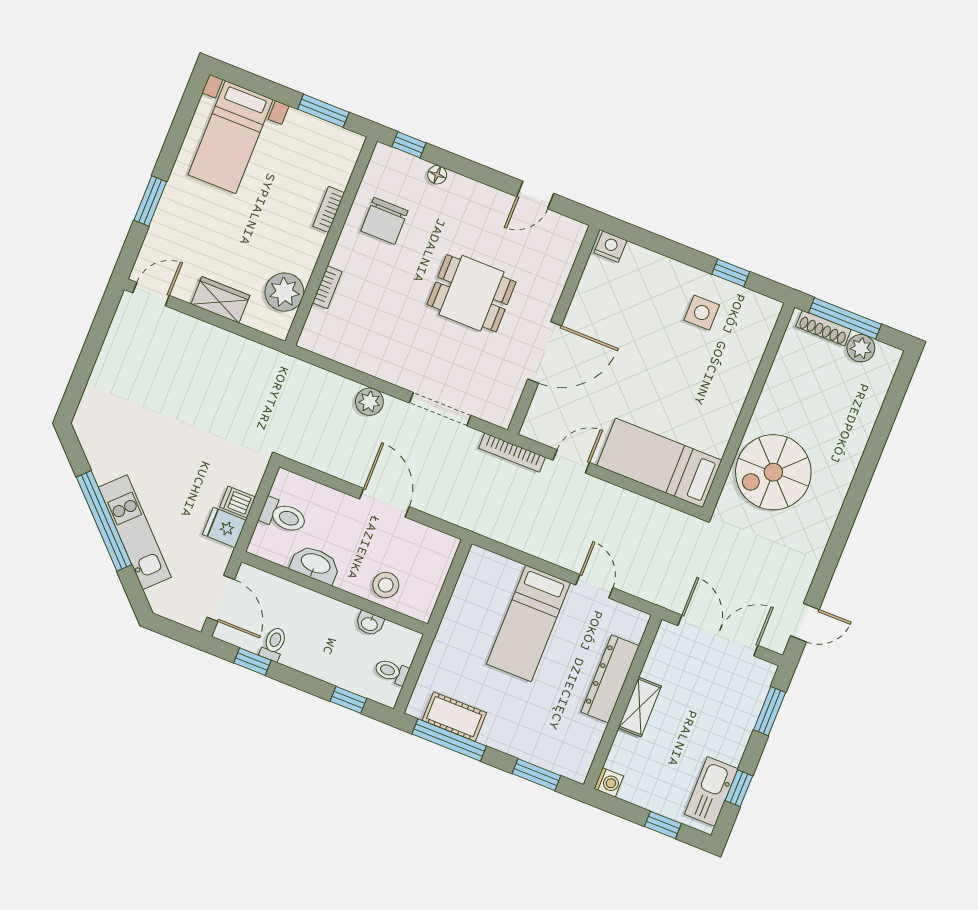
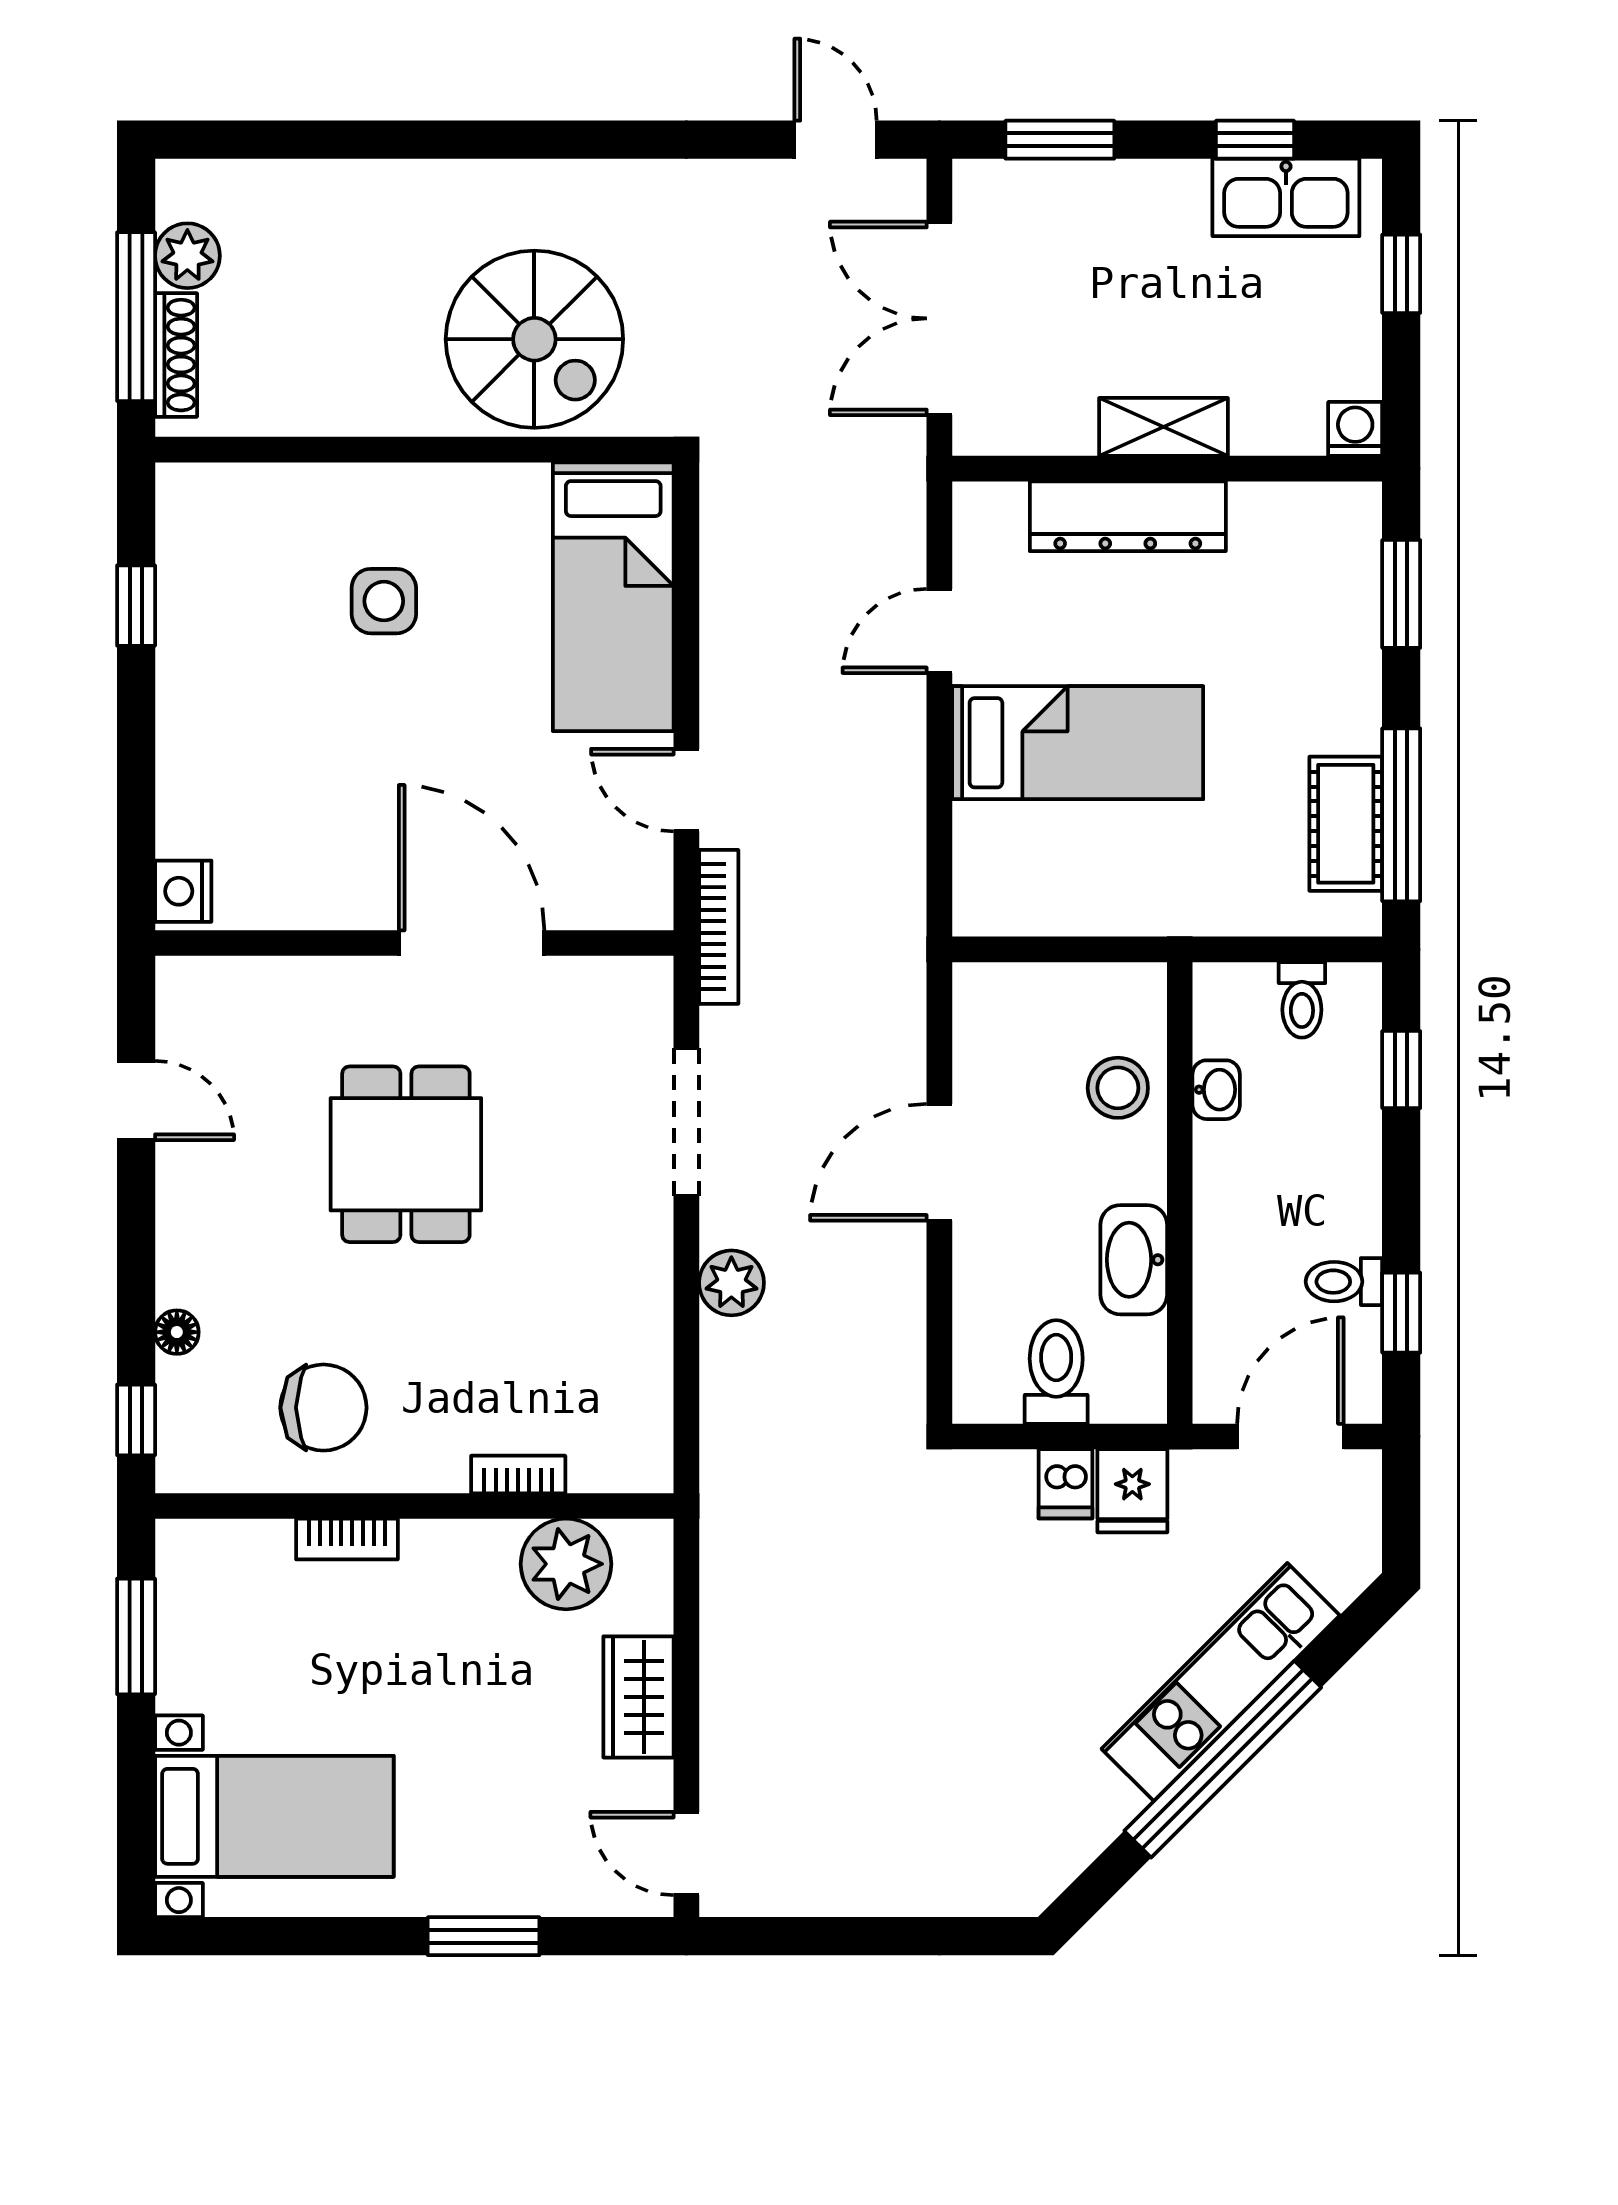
side table: (702, 313) -> (384, 601), moved

